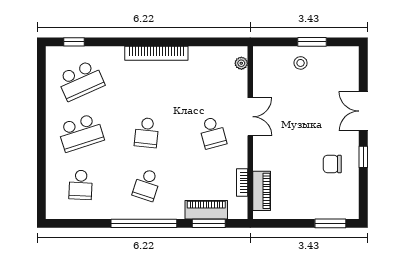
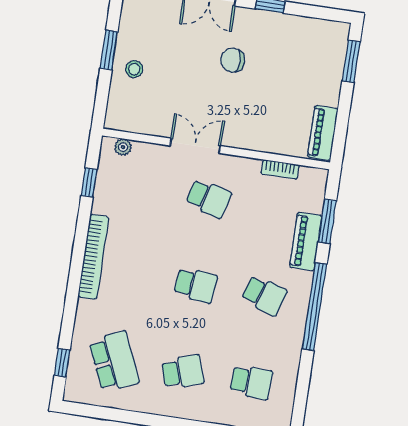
window: (211, 42) -> (89, 182), added
school desk: (81, 133) -> (183, 372), width x0.54
school desk: (213, 133) -> (209, 198), turned 30
chair: (332, 164) -> (232, 60), moved, turned 90
piano: (262, 191) -> (323, 133), moved, turned -90
piano: (206, 210) -> (306, 241), moved

